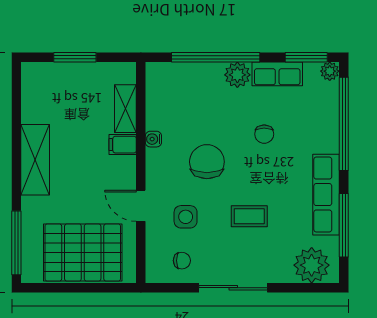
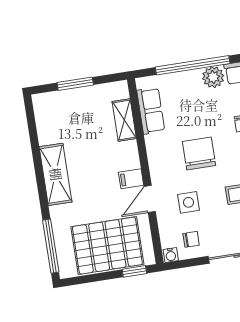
row of seats: (158, 103) -> (151, 111), added
water cooler: (153, 139) -> (171, 255), moved, turned -90
filing cabinet: (123, 145) -> (131, 179), moved
door: (141, 206) -> (150, 199), hinge flipped
window: (110, 288) -> (134, 271), added

